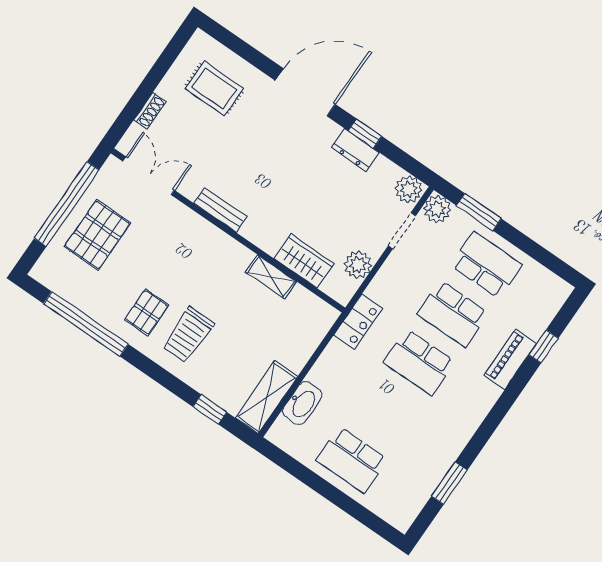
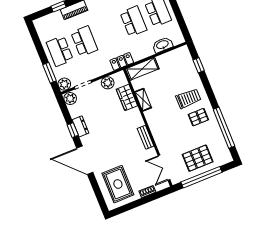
rug: (214, 88) -> (118, 184), width x1.36, depth x1.43
school desk: (419, 362) -> (133, 21), moved
shelving: (267, 397) -> (142, 69), moved

